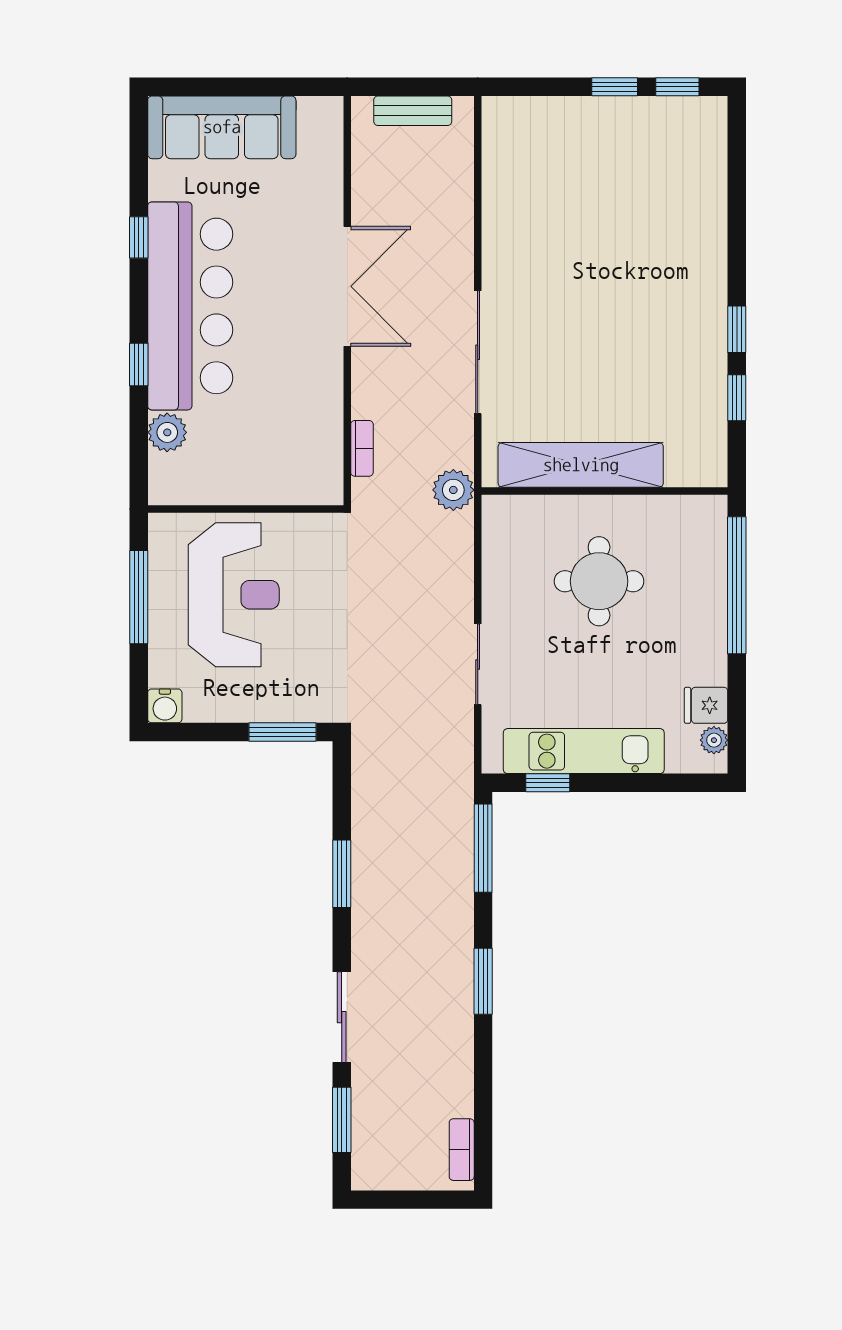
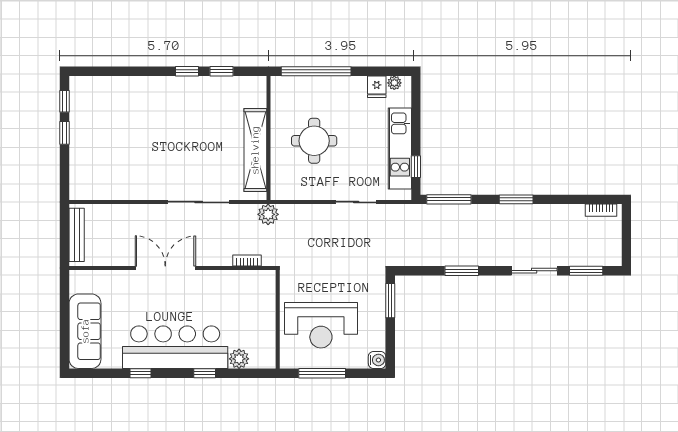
bench: (413, 111) -> (77, 235), width x1.36
reception desk: (234, 595) -> (321, 325), turned 180

